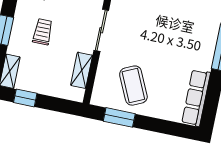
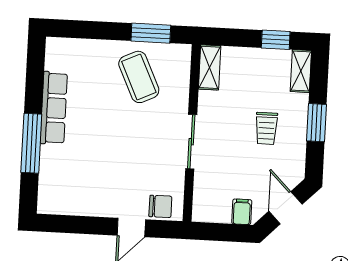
shelving: (82, 70) -> (210, 67), moved
row of seats: (196, 98) -> (54, 108), moved

